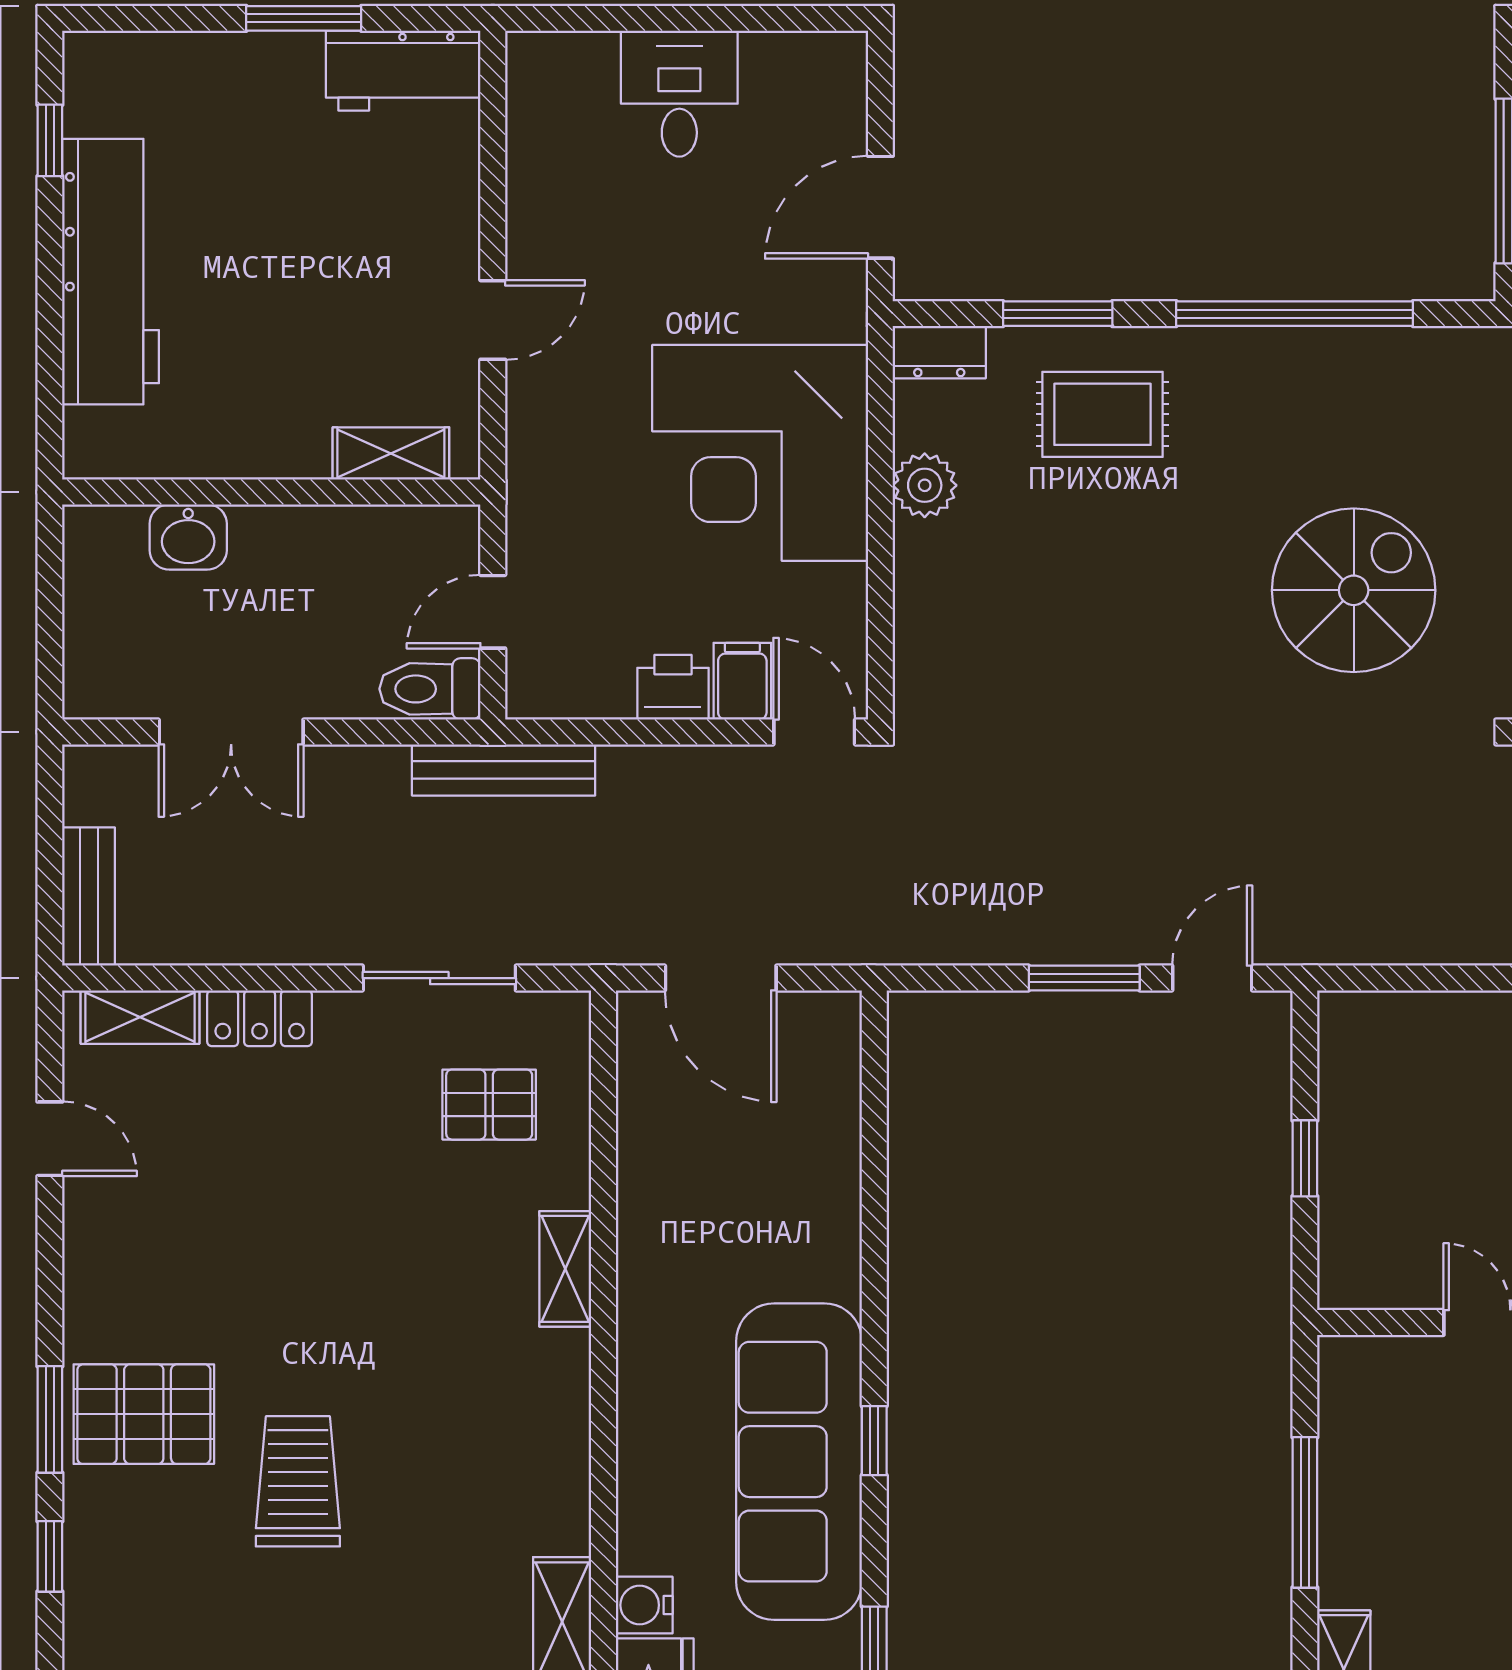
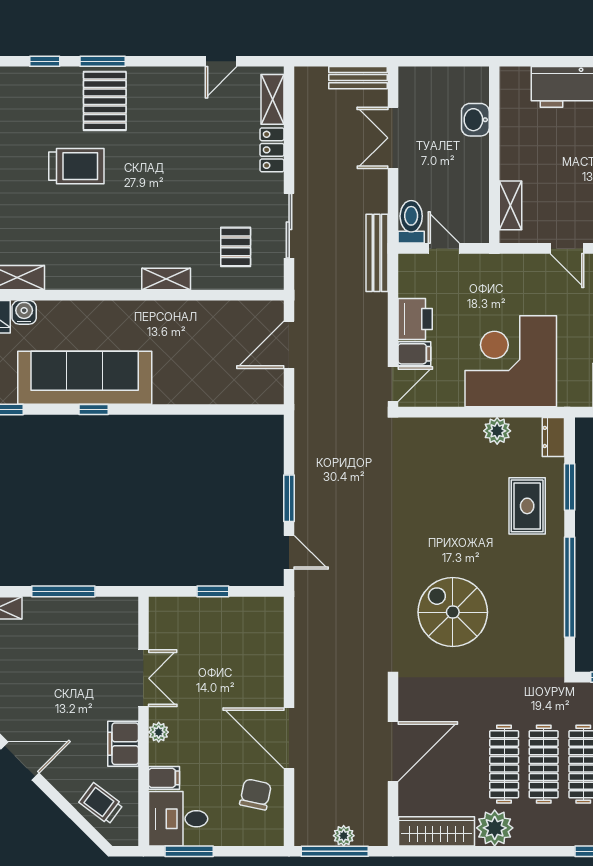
spiral stairs: (1354, 590) -> (453, 612), turned 180
printer: (673, 687) -> (415, 319), width x1.36, depth x1.24
bench: (89, 897) -> (358, 78), moved

